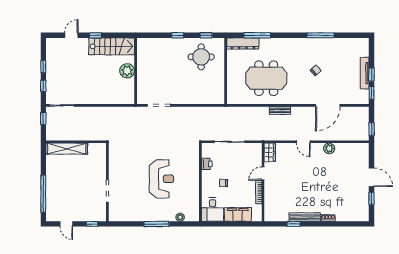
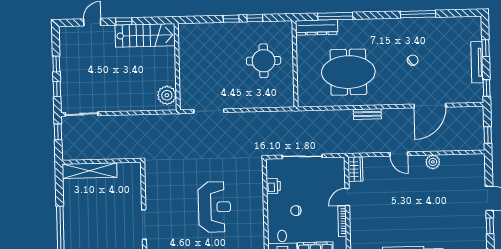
window: (206, 35) -> (255, 18), moved
round table: (201, 57) -> (264, 61), moved
plant: (127, 71) -> (167, 95), moved
window: (372, 75) -> (486, 48), moved

